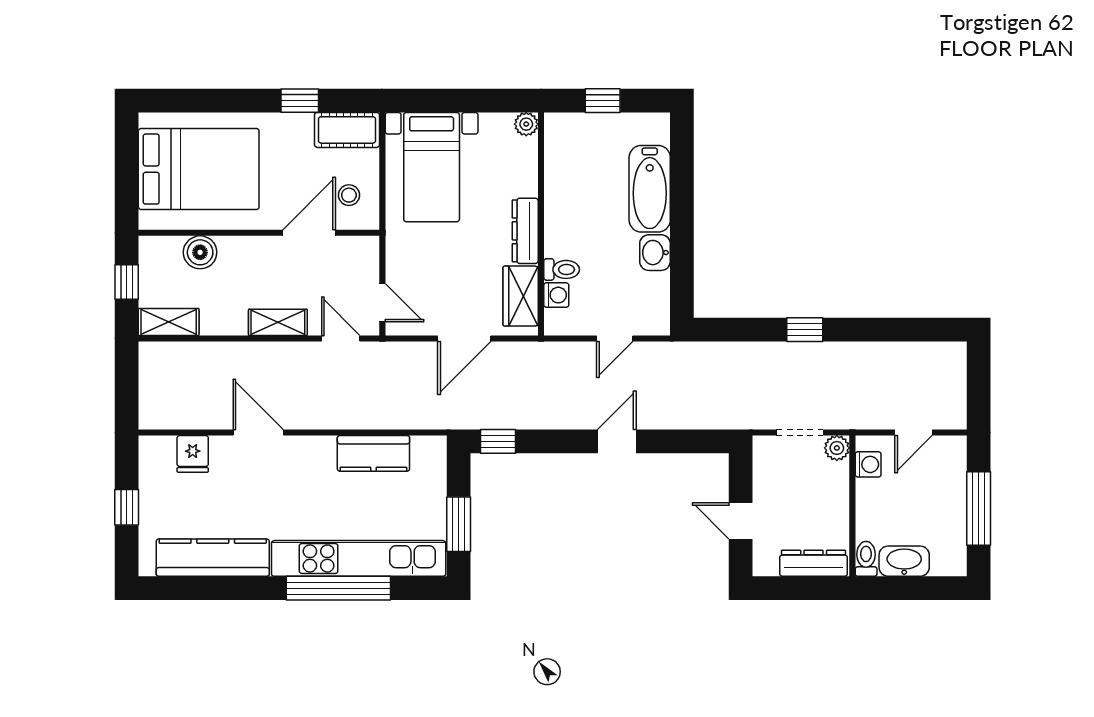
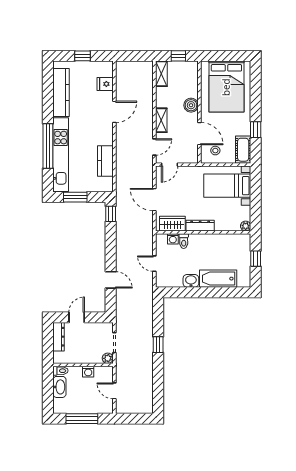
boiler: (200, 252) -> (191, 105), moved
door: (617, 441) -> (111, 280), moved
washing machine: (868, 464) -> (88, 372), moved
dresser: (814, 563) -> (59, 337), moved

